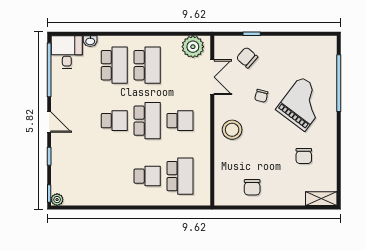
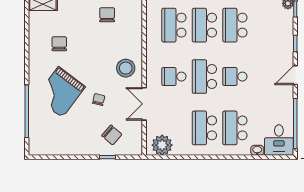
double door: (212, 77) -> (144, 104), moved
door: (49, 122) -> (295, 75), hinge flipped
school desk: (114, 176) -> (235, 25), added
school desk: (147, 176) -> (204, 25), width x1.85

